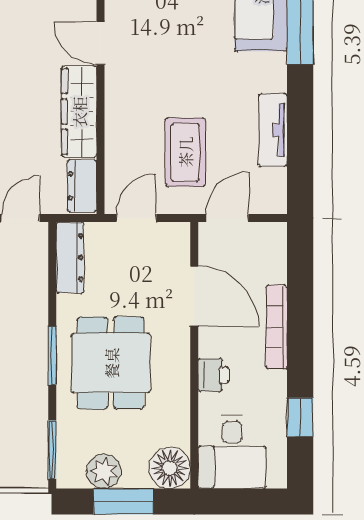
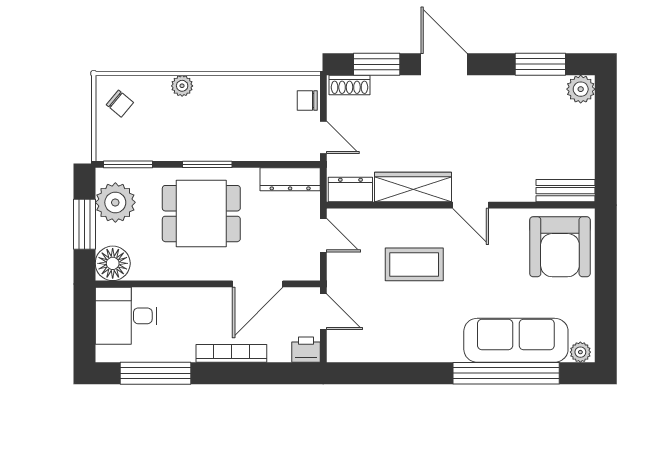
door: (101, 43) -> (471, 205), swing flipped
tv unit: (273, 130) -> (398, 350), removed
coffee table: (185, 152) -> (414, 264), moved
printer: (213, 375) -> (306, 350), moved, turned 180
window: (300, 417) -> (155, 373), width x2.17
plant: (104, 471) -> (115, 202), width x1.36, depth x1.36

